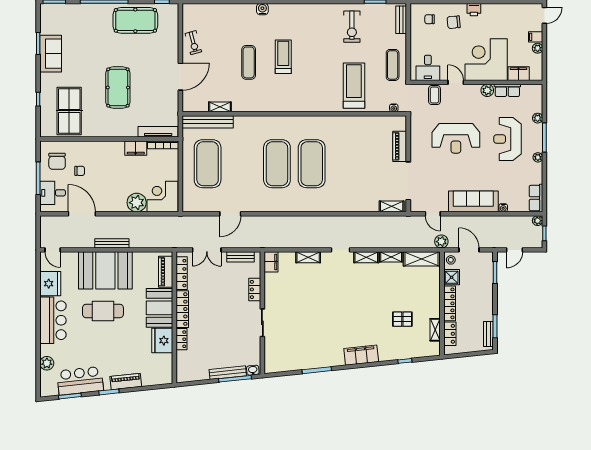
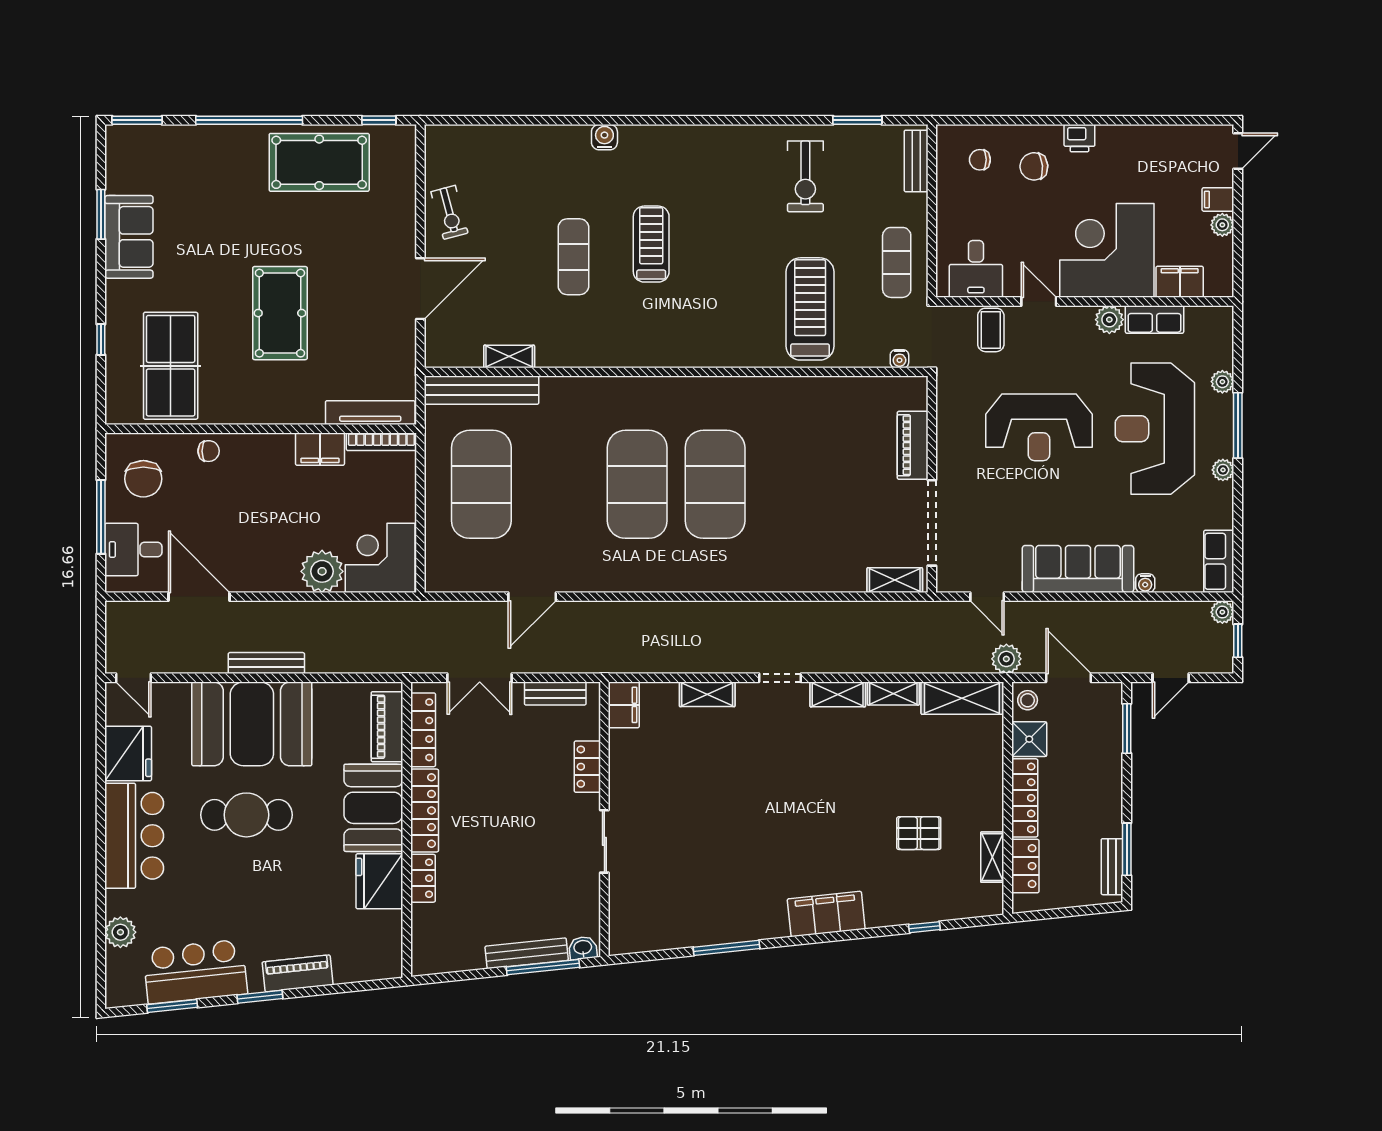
reception desk: (508, 139) -> (1155, 429), width x1.36, depth x1.30
chair: (80, 171) -> (209, 451), moved

